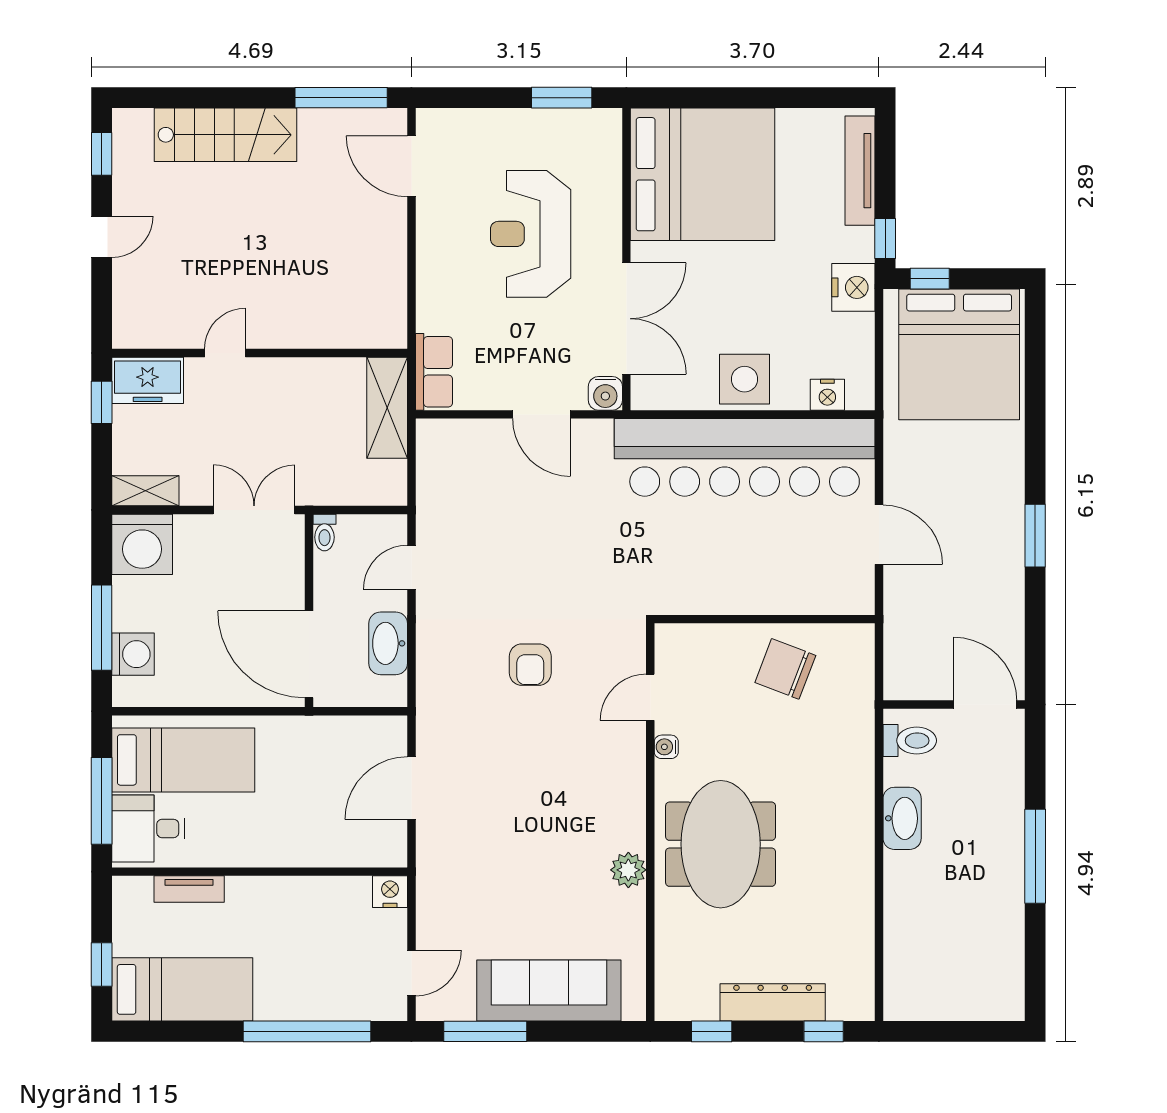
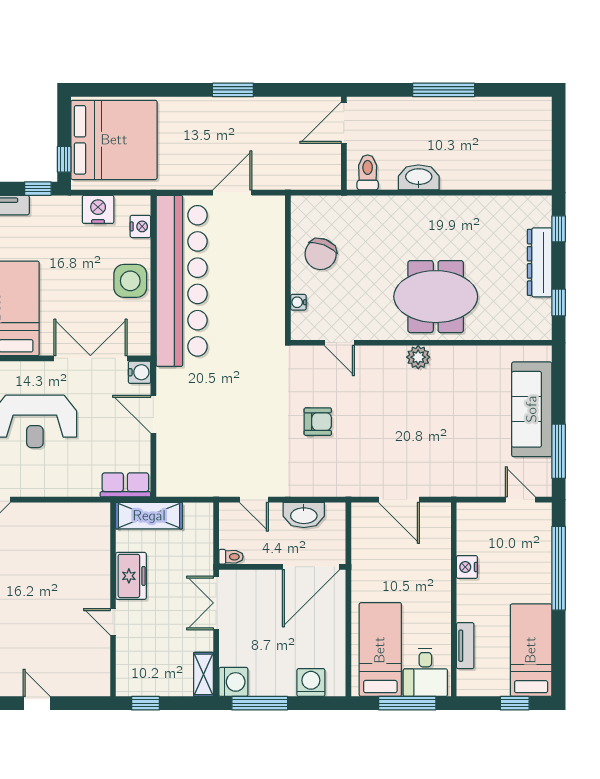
nightstand: (853, 287) -> (98, 209), moved
freezer: (148, 380) -> (131, 576), moved
door: (541, 414) -> (153, 414), swing flipped
washing machine: (142, 544) -> (233, 682), width x0.73, depth x0.73
window: (102, 628) -> (260, 703), moved
water cooler: (666, 747) -> (298, 302), moved, turned 90
plant: (628, 870) -> (418, 357), moved
nightstand: (390, 892) -> (467, 567), moved

